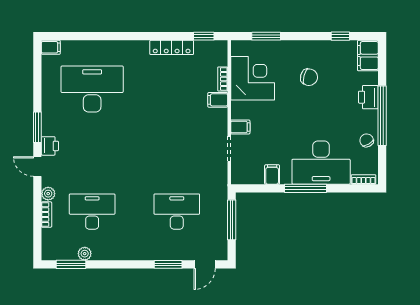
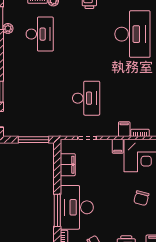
filing cabinet: (240, 127) -> (118, 146), moved
filing cabinet: (272, 174) -> (68, 165), width x2.00
window: (305, 188) -> (57, 210), moved
desk: (177, 212) -> (86, 98), moved

